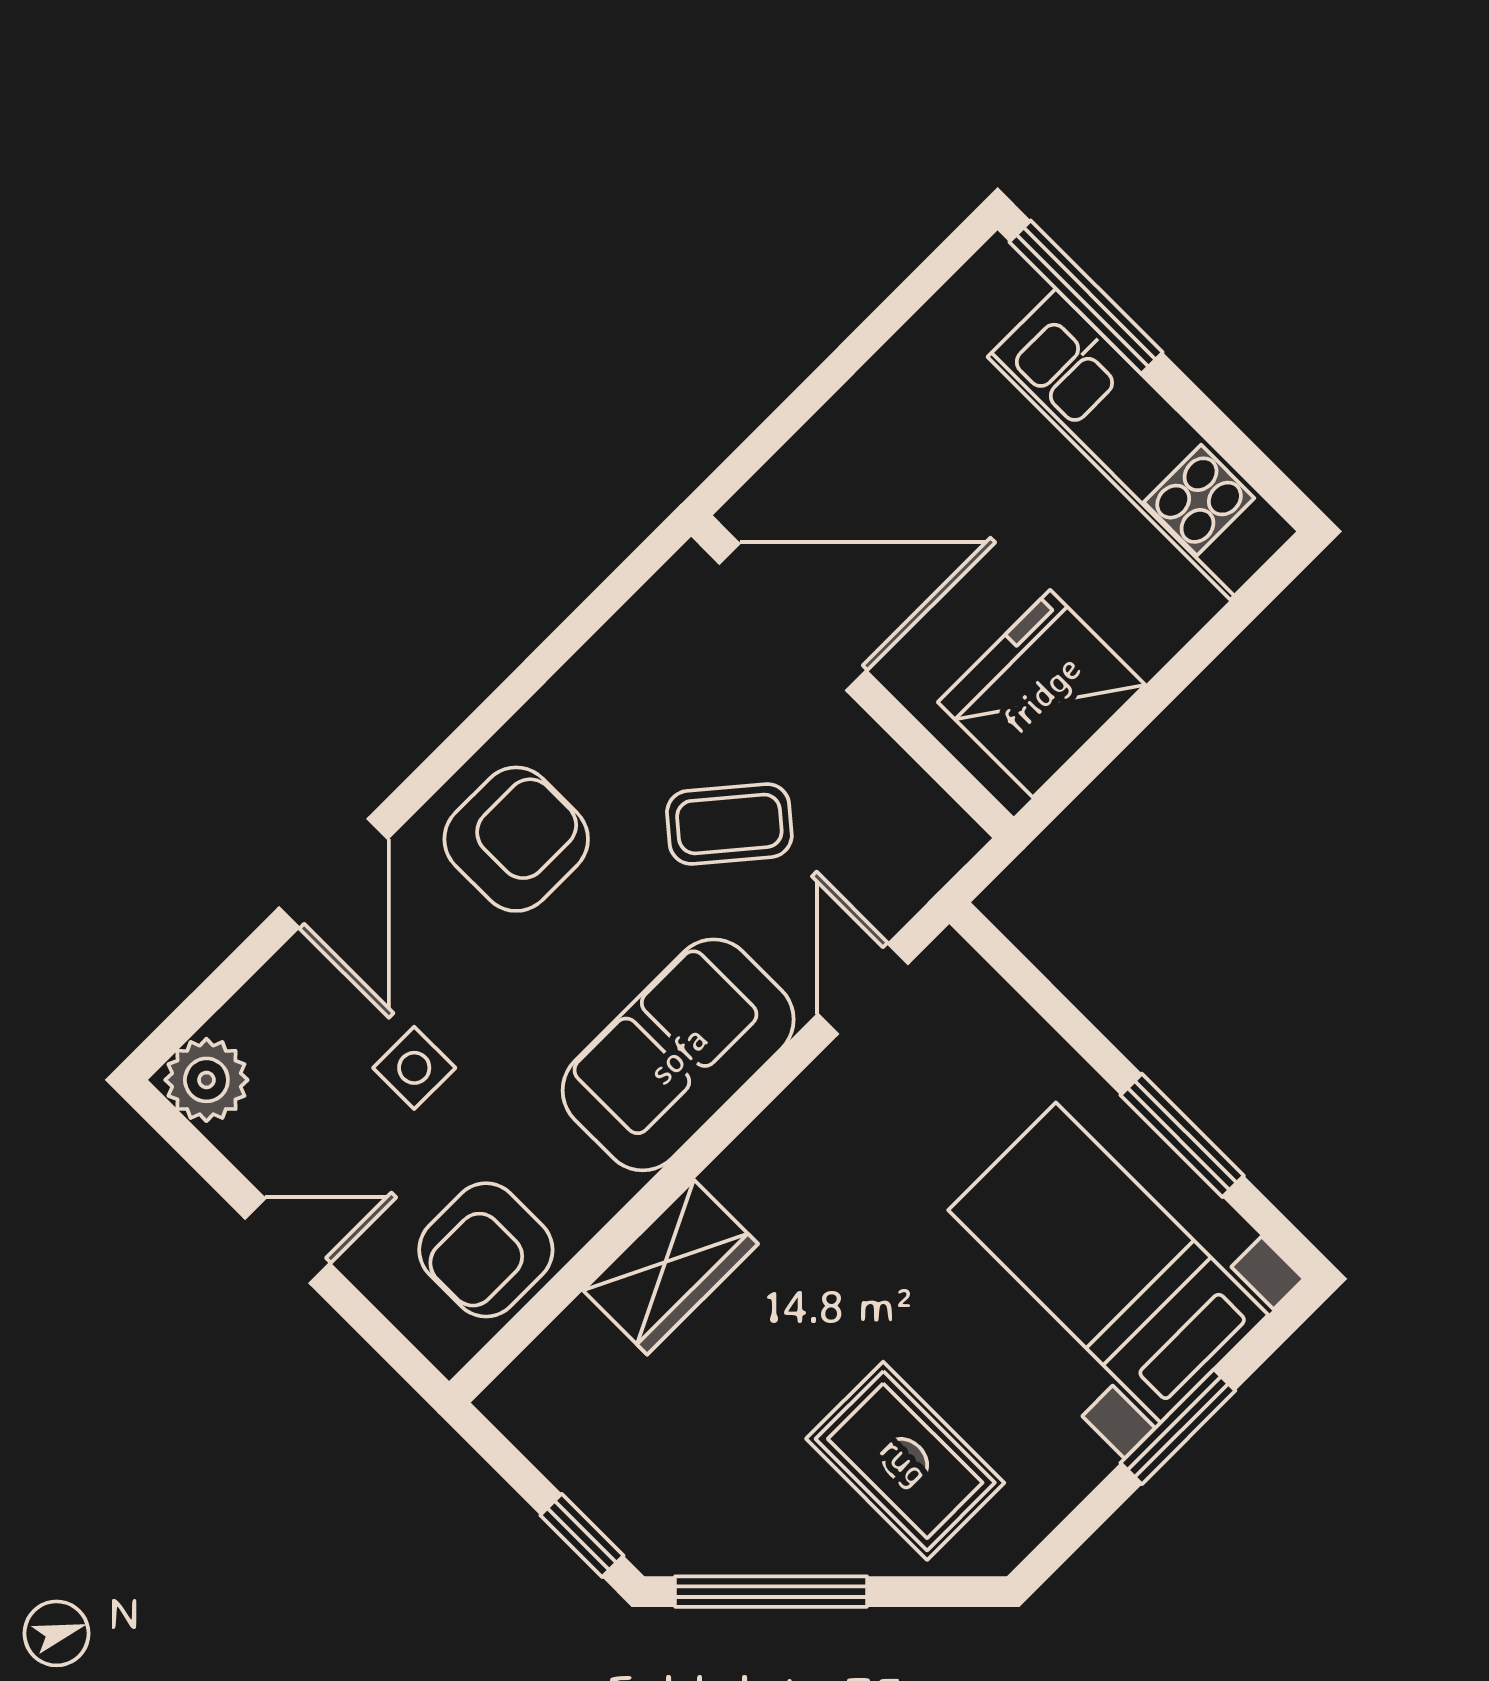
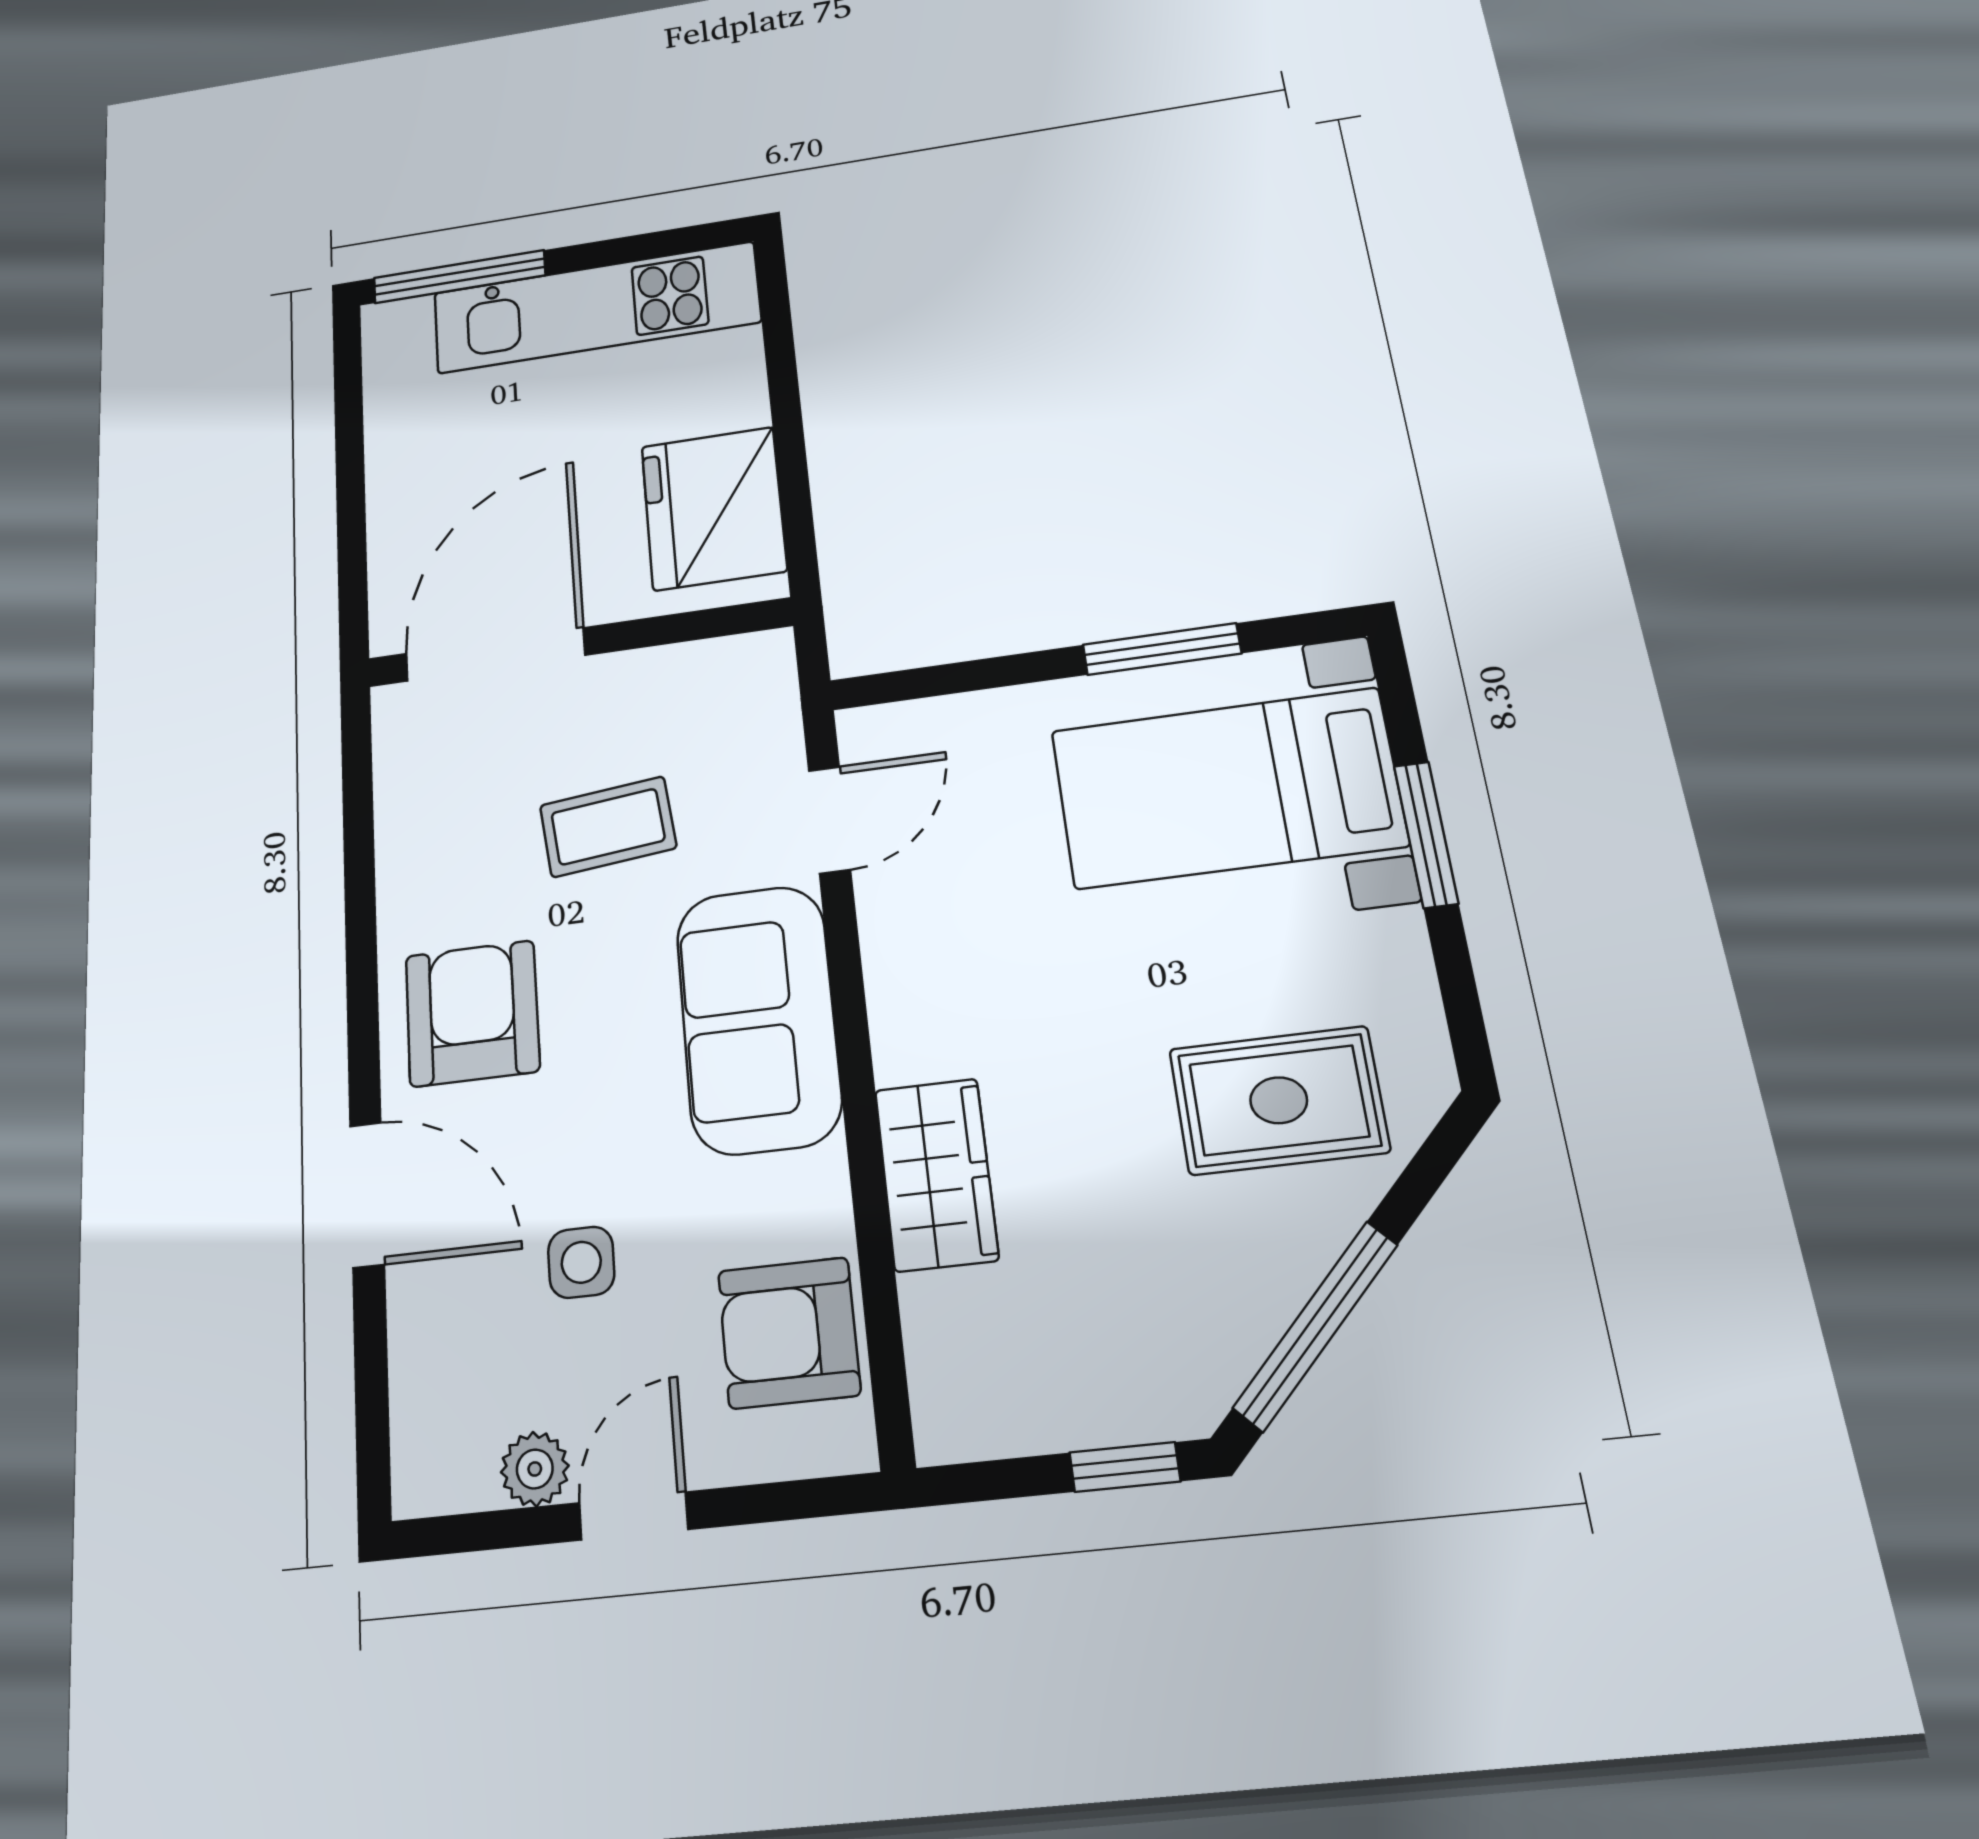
coffee table: (729, 824) -> (608, 827), turned 44
door: (863, 989) -> (829, 820), swing flipped
plant: (206, 1080) -> (535, 1469), moved, width x0.73, depth x0.73
armchair: (486, 1250) -> (789, 1333), turned 90

